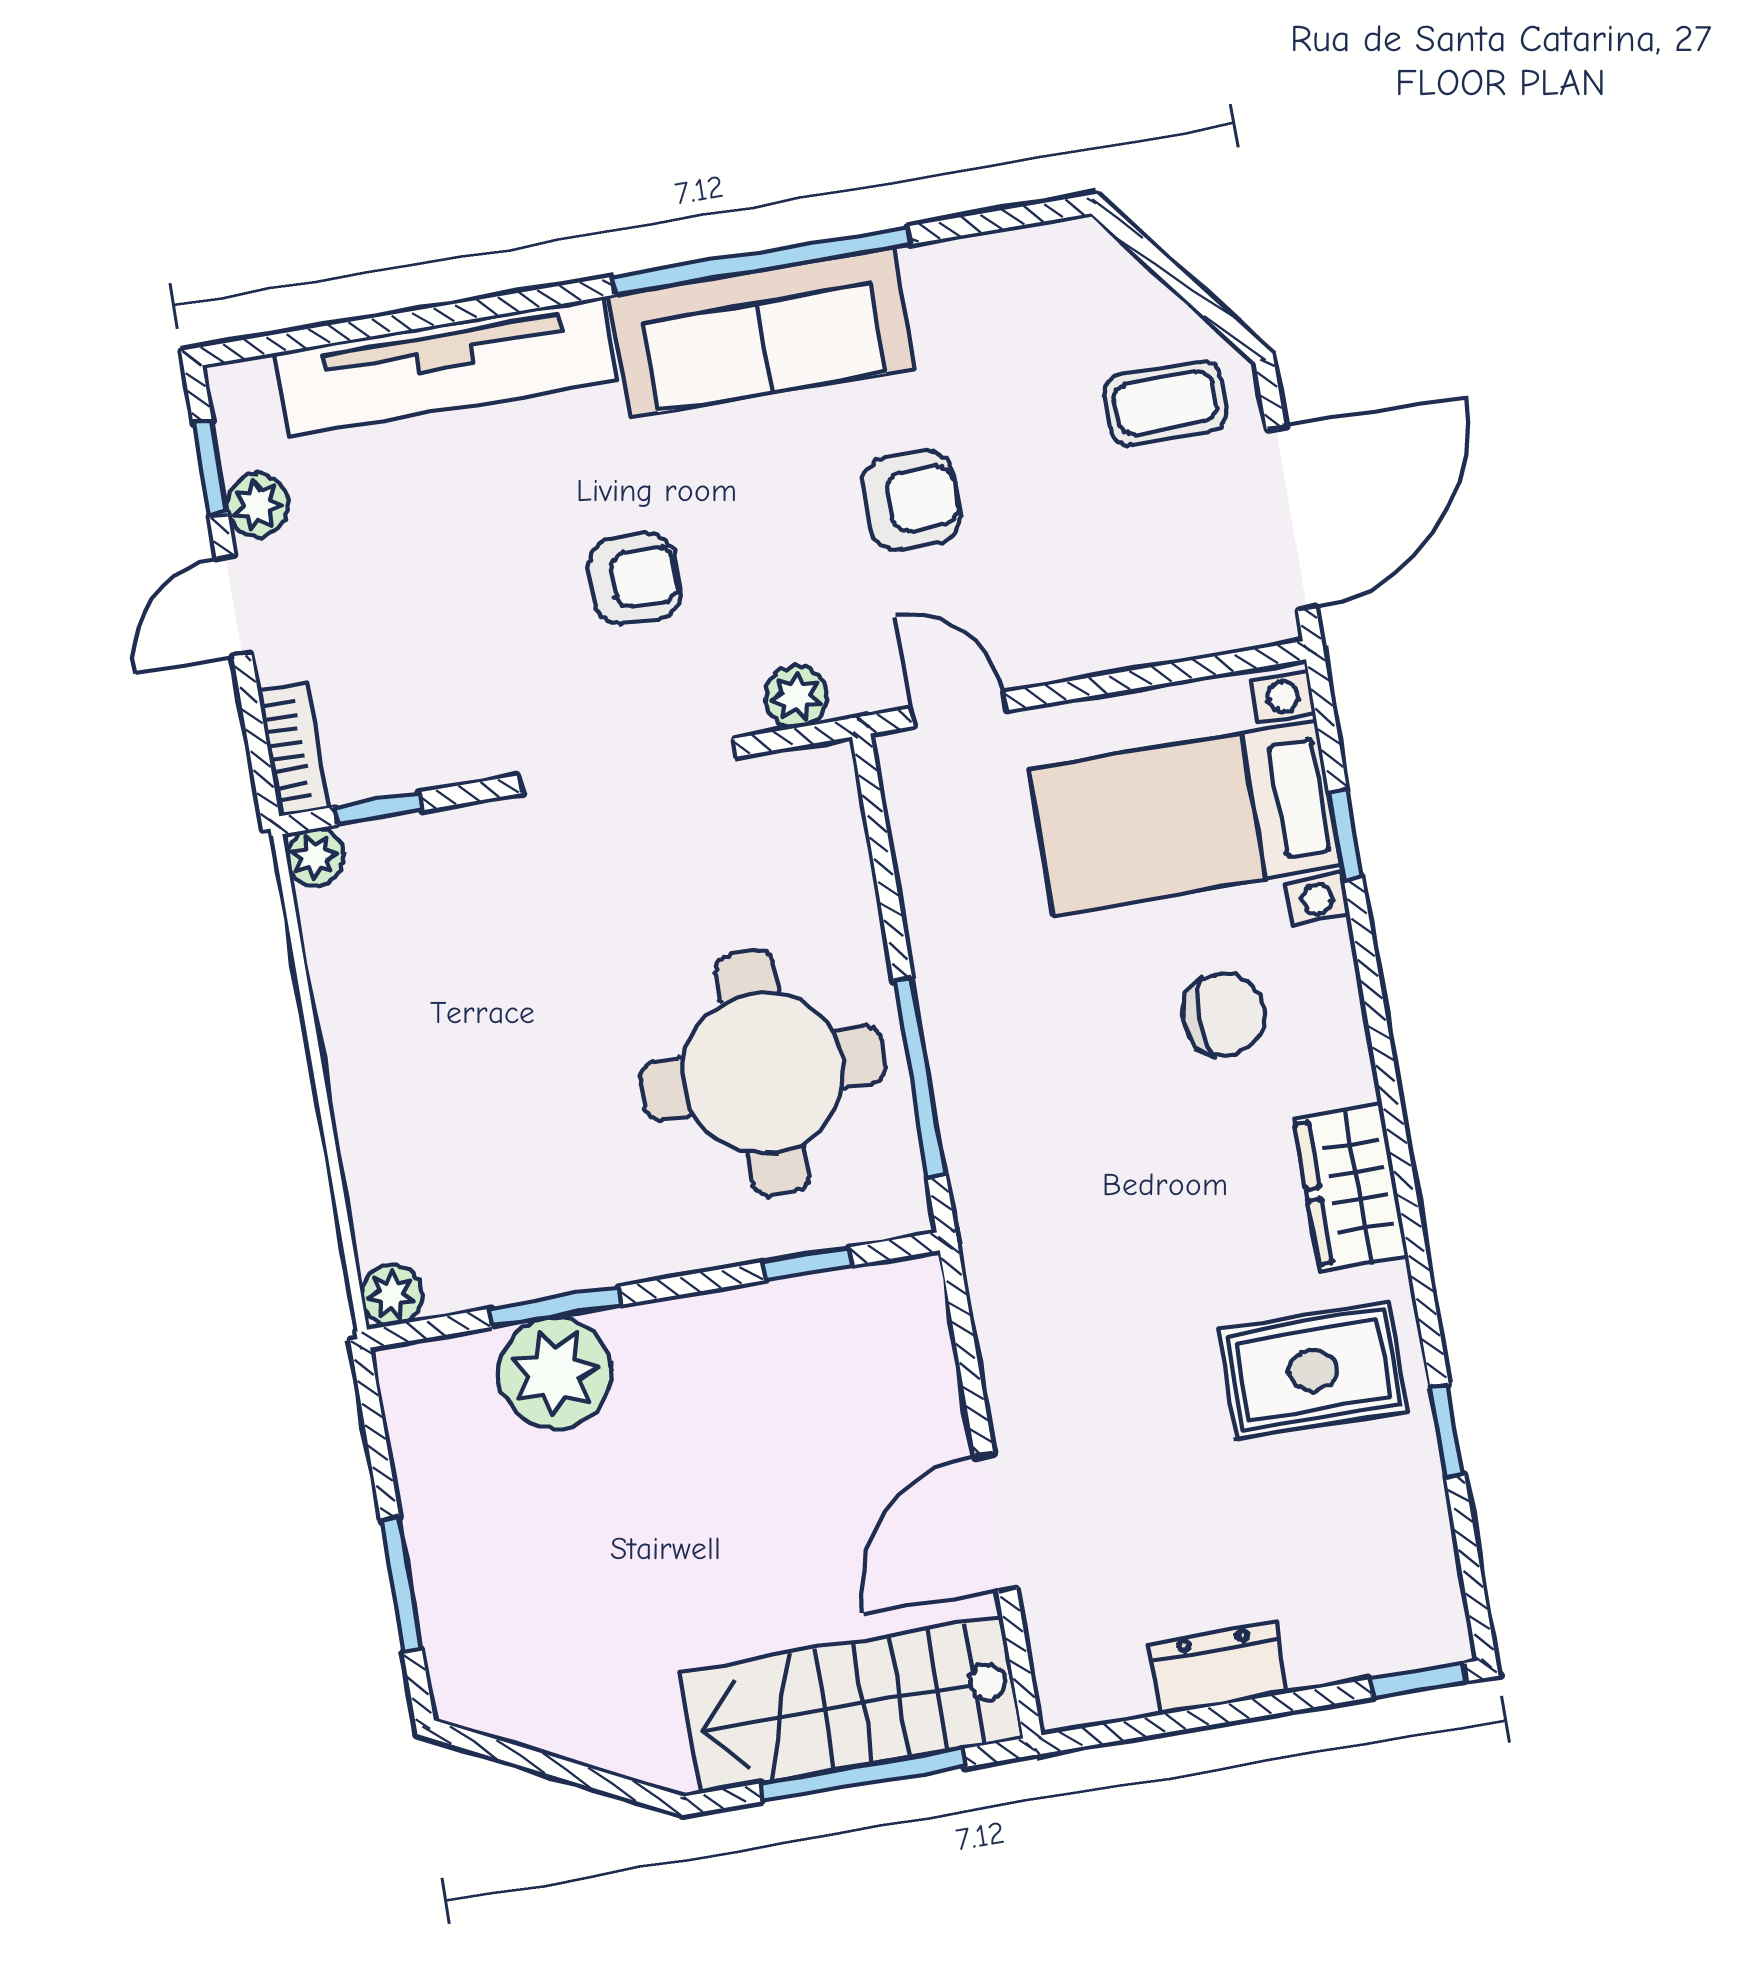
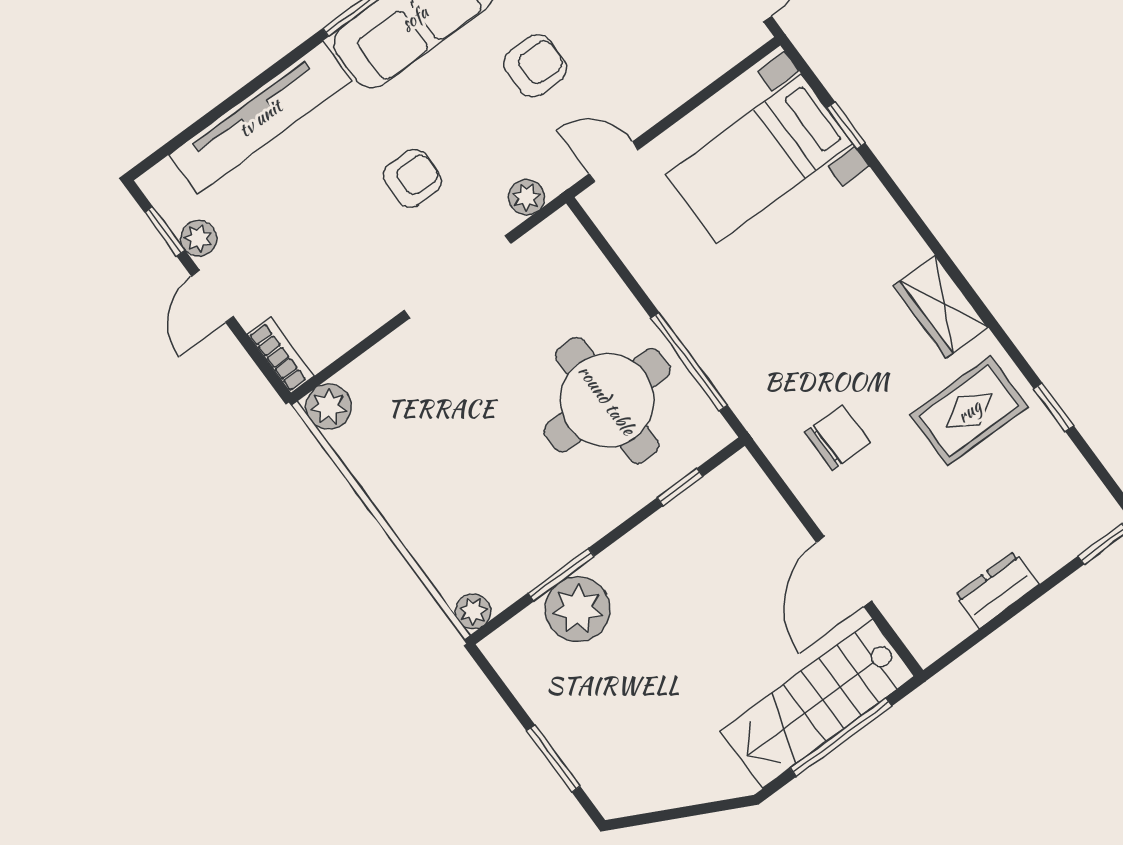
window: (378, 809) -> (340, 364), removed
plant: (315, 857) -> (328, 407), width x1.38, depth x1.38
chair: (1224, 1015) -> (837, 437), moved

